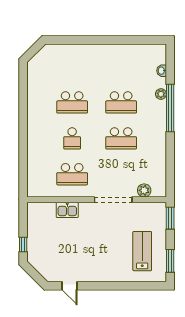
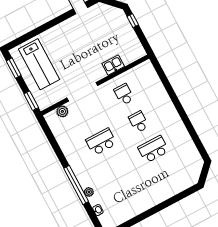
school desk: (121, 102) -> (116, 169), removed
school desk: (72, 174) -> (124, 94), width x0.54
lab bench: (142, 251) -> (39, 64), width x1.36, depth x1.39

